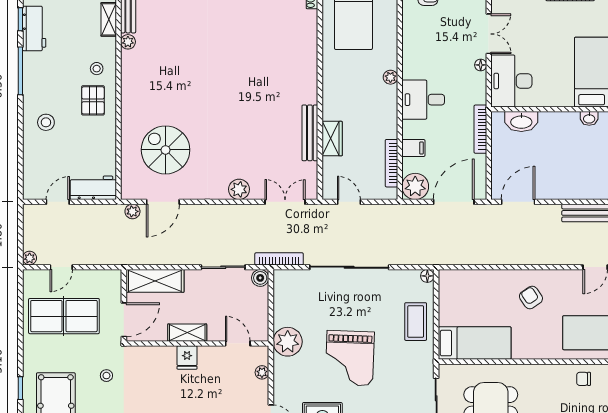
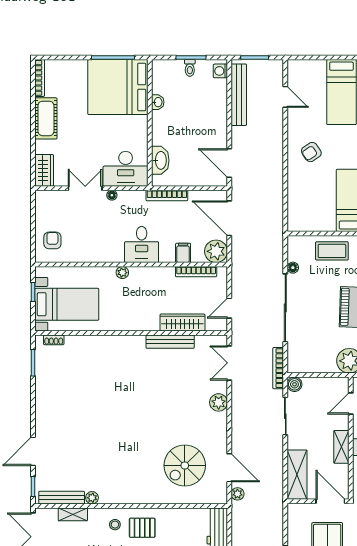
wardrobe: (332, 139) -> (182, 323), width x1.50
floor lamp: (427, 276) -> (293, 268), moved

